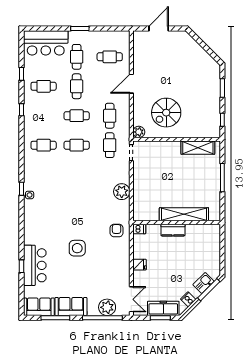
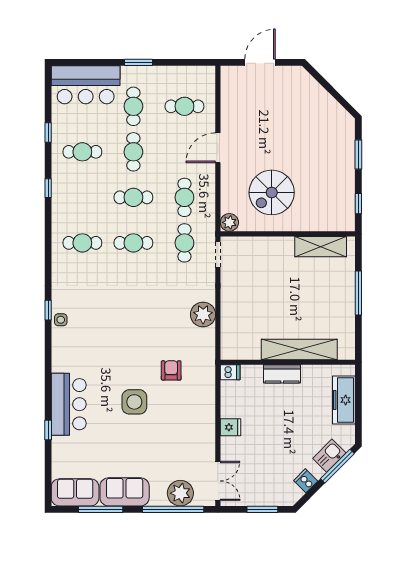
armchair: (117, 230) -> (171, 370), moved
bar counter: (35, 265) -> (69, 404), moved
freezer: (163, 308) -> (344, 400), moved, turned -90

